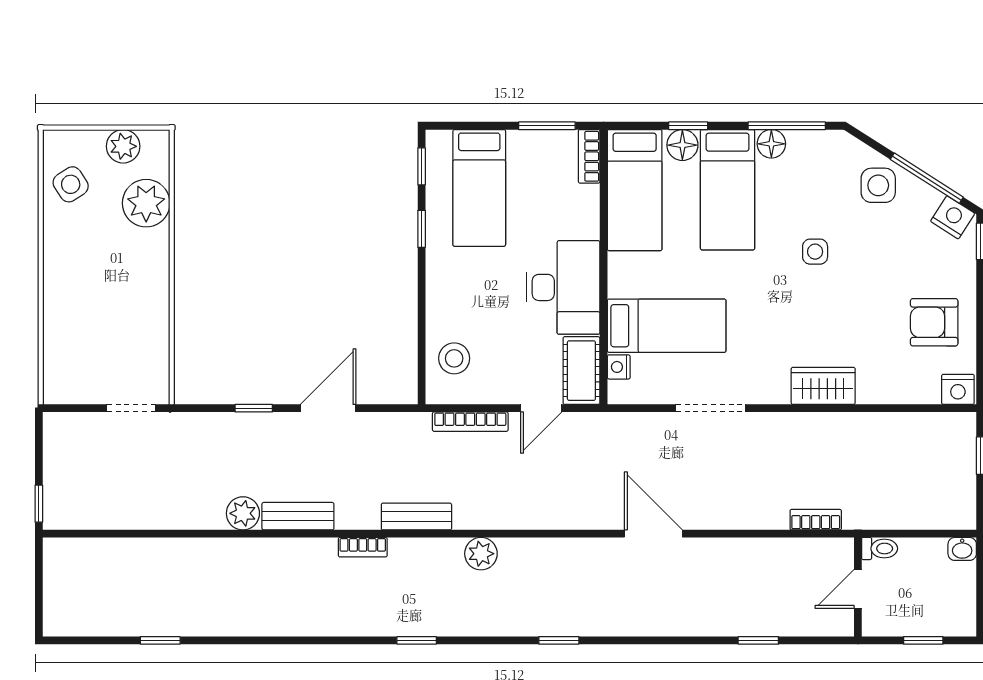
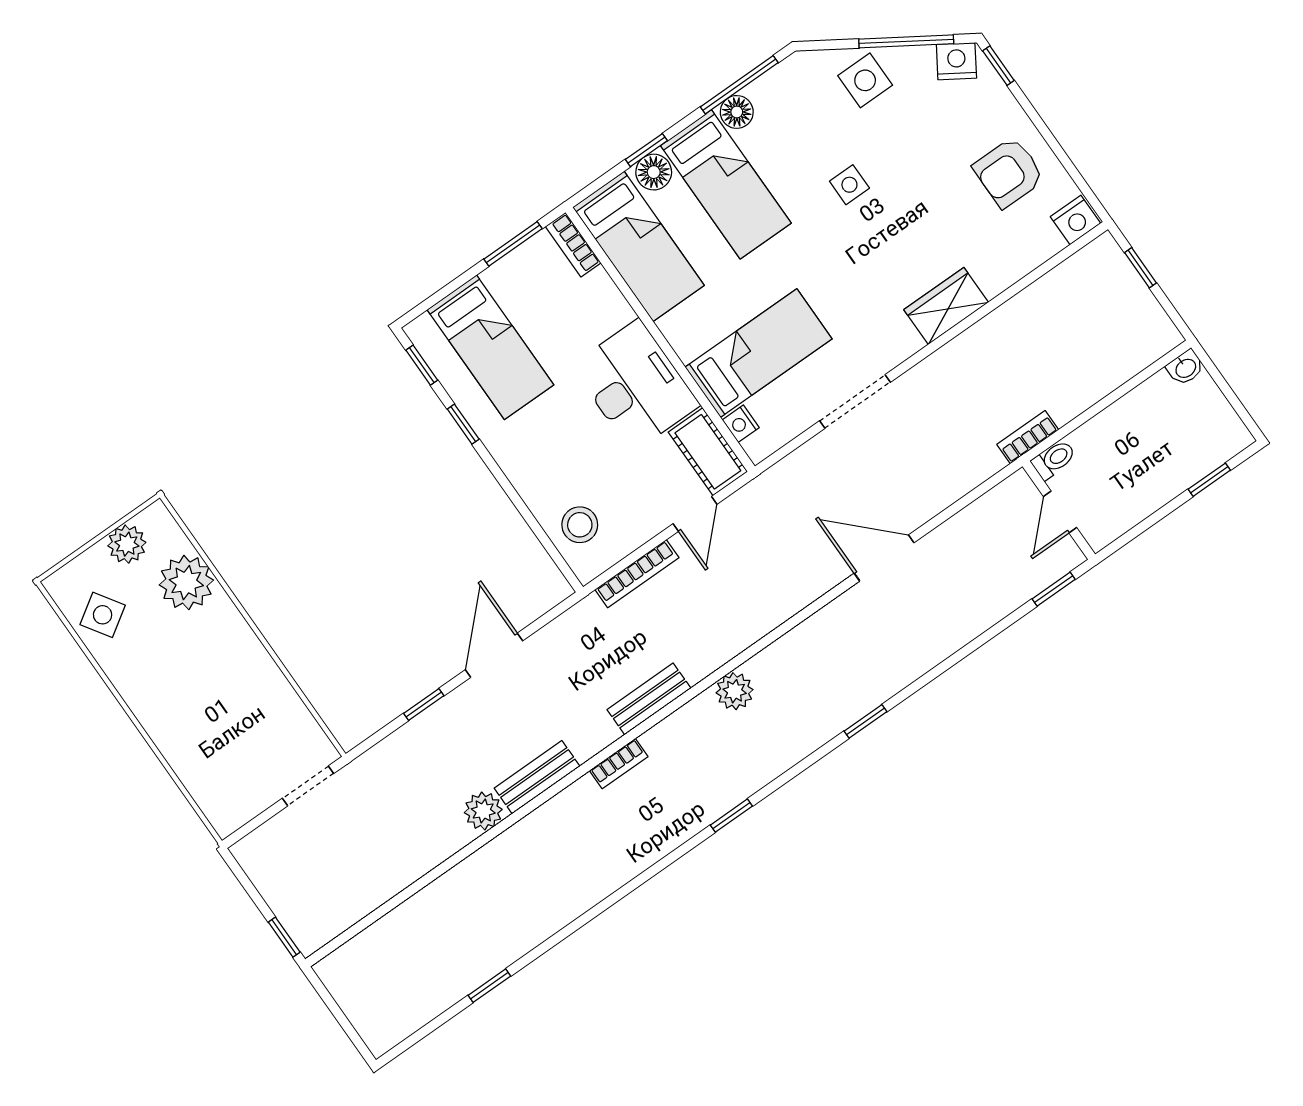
toilet: (880, 549) -> (1054, 459), moved
wall: (858, 587) -> (1059, 510), moved
door: (858, 589) -> (1060, 512), moved

